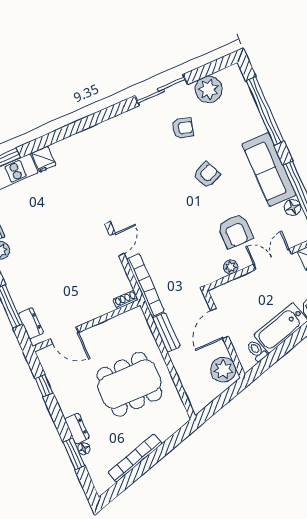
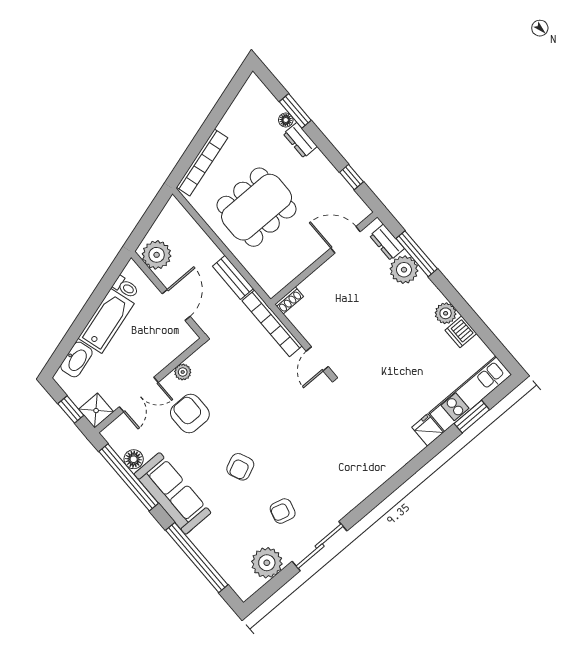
plant: (24, 296) -> (404, 270), added
bookcase: (135, 458) -> (202, 163), moved

